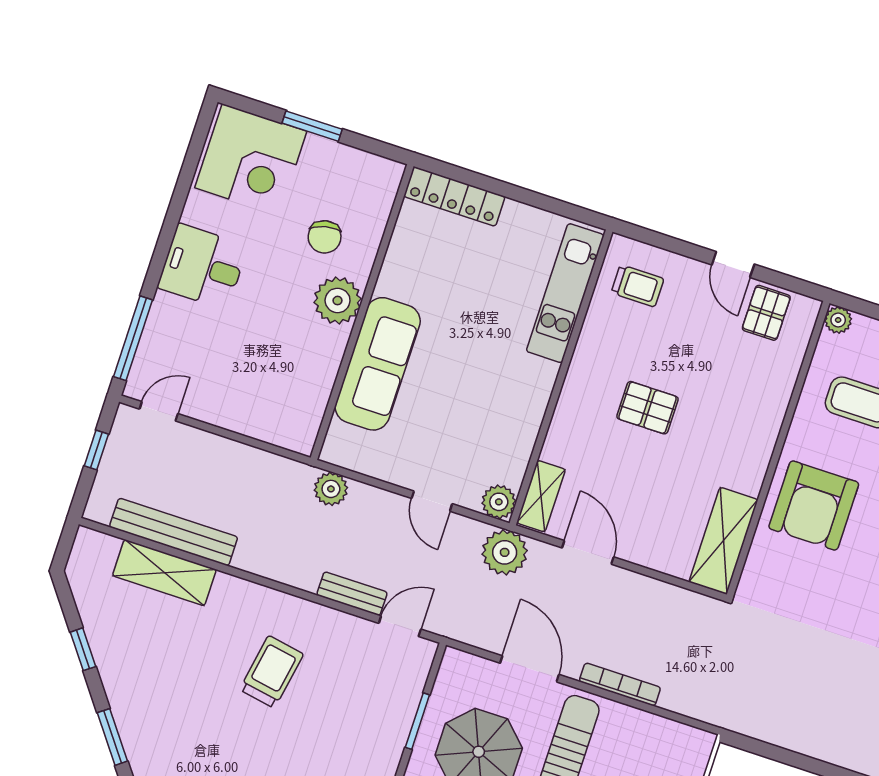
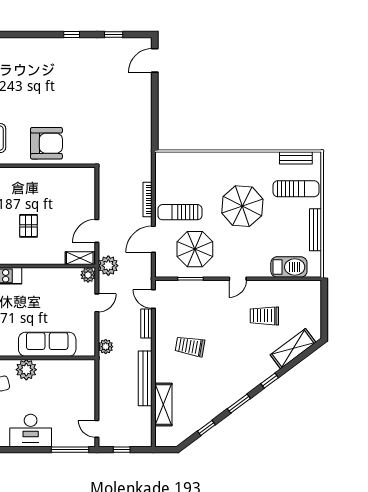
desk: (203, 267) -> (31, 430), width x1.37
bench: (174, 532) -> (145, 378), moved
shelving: (723, 541) -> (73, 176), removed

